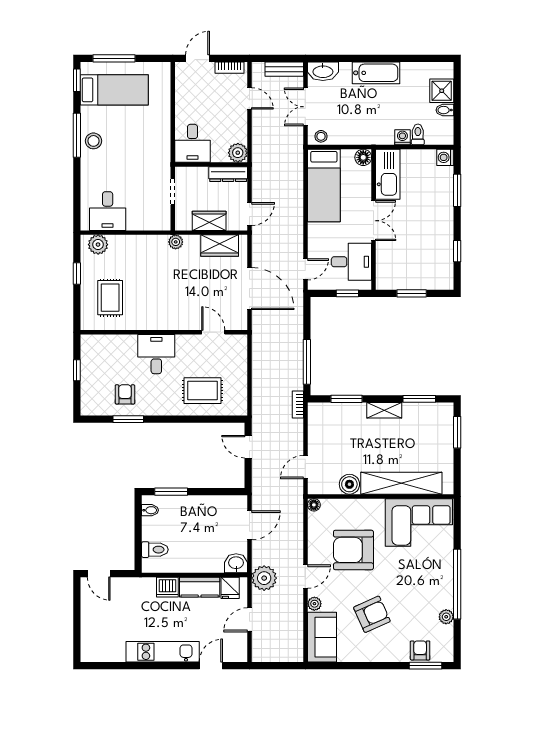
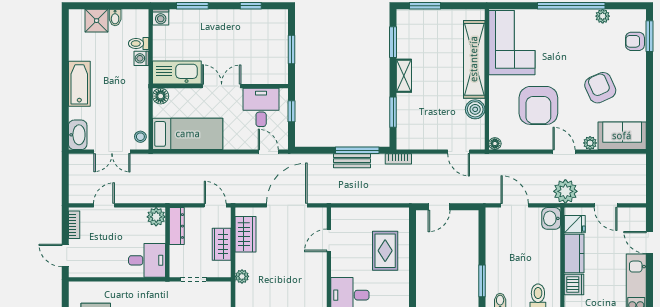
bench: (284, 69) -> (352, 161), moved, turned 90

